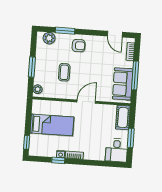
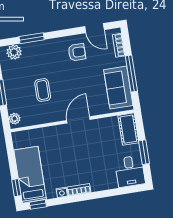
armchair: (79, 46) -> (77, 52), moved
bed: (52, 125) -> (30, 175), moved, turned -90
window: (58, 160) -> (38, 204), moved

